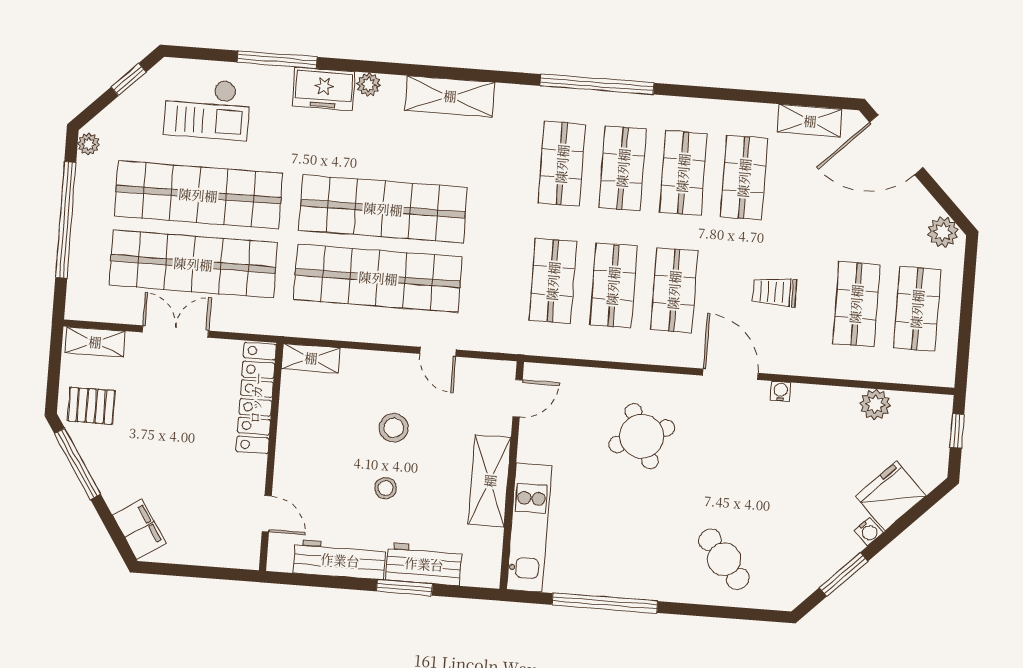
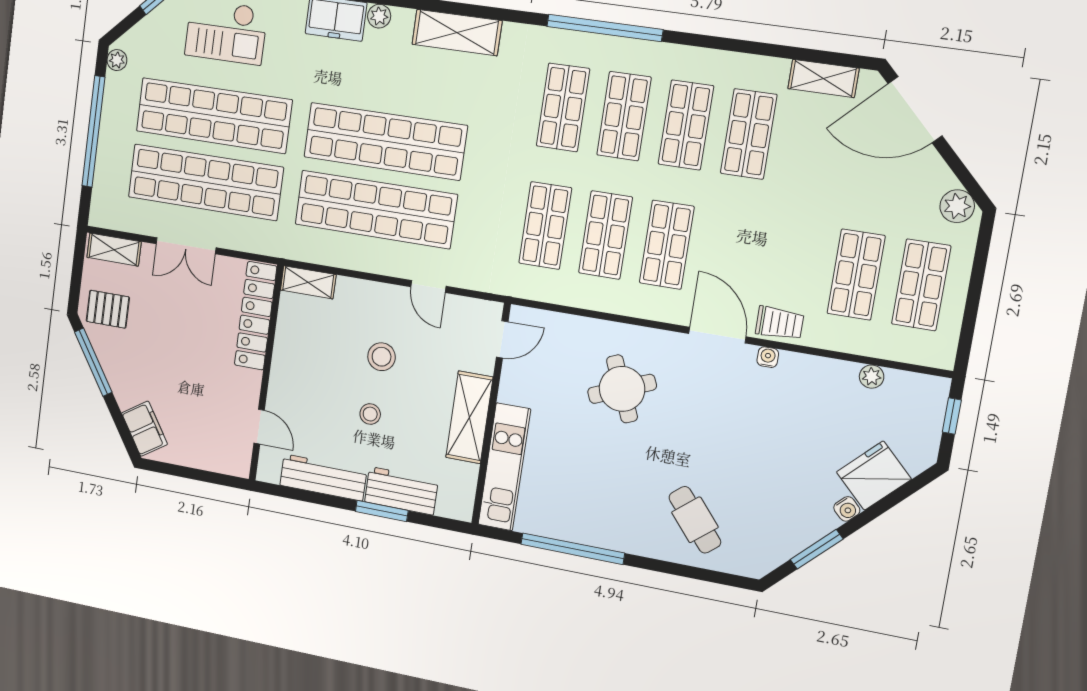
trolley: (775, 292) -> (780, 323), moved, turned 180
double door: (175, 332) -> (186, 246), swing flipped
plant: (875, 404) -> (872, 377), width x0.73, depth x0.73

